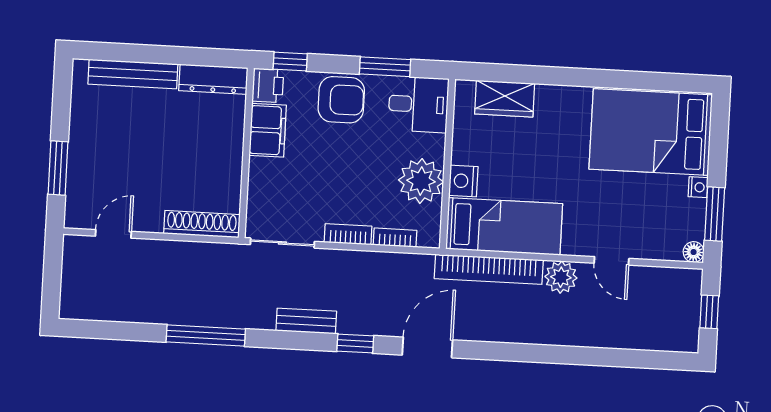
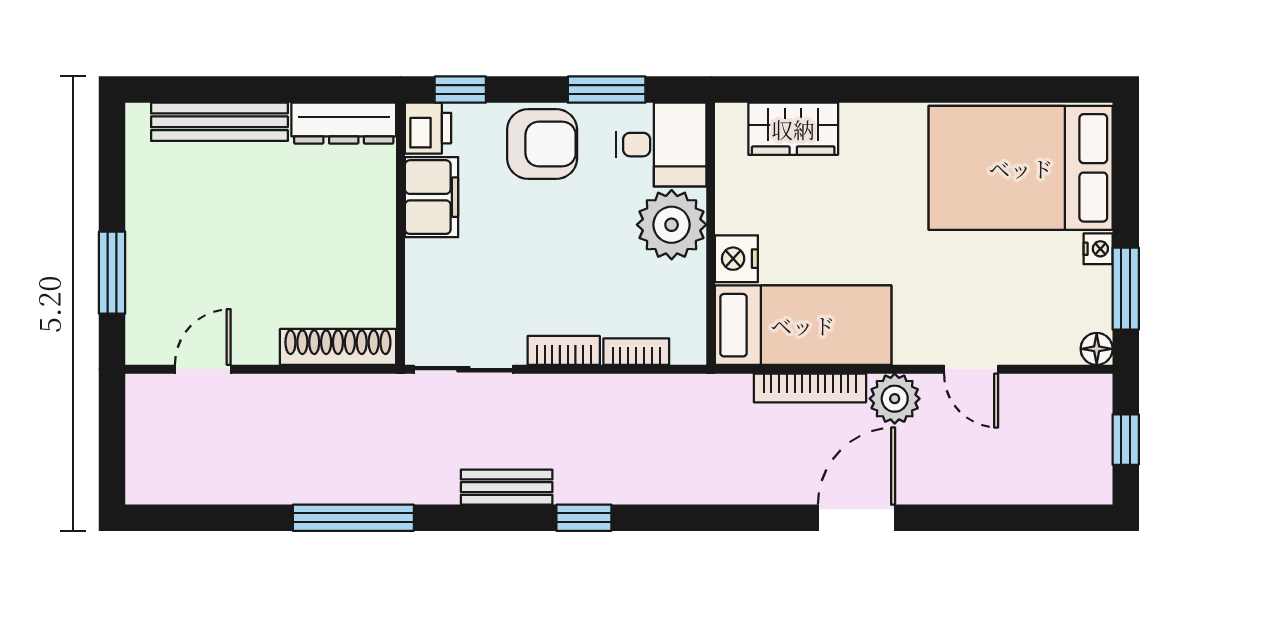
plant: (421, 181) -> (672, 225), moved
bookcase: (489, 269) -> (810, 388), width x0.68, depth x0.76
door: (427, 347) -> (857, 518), moved

